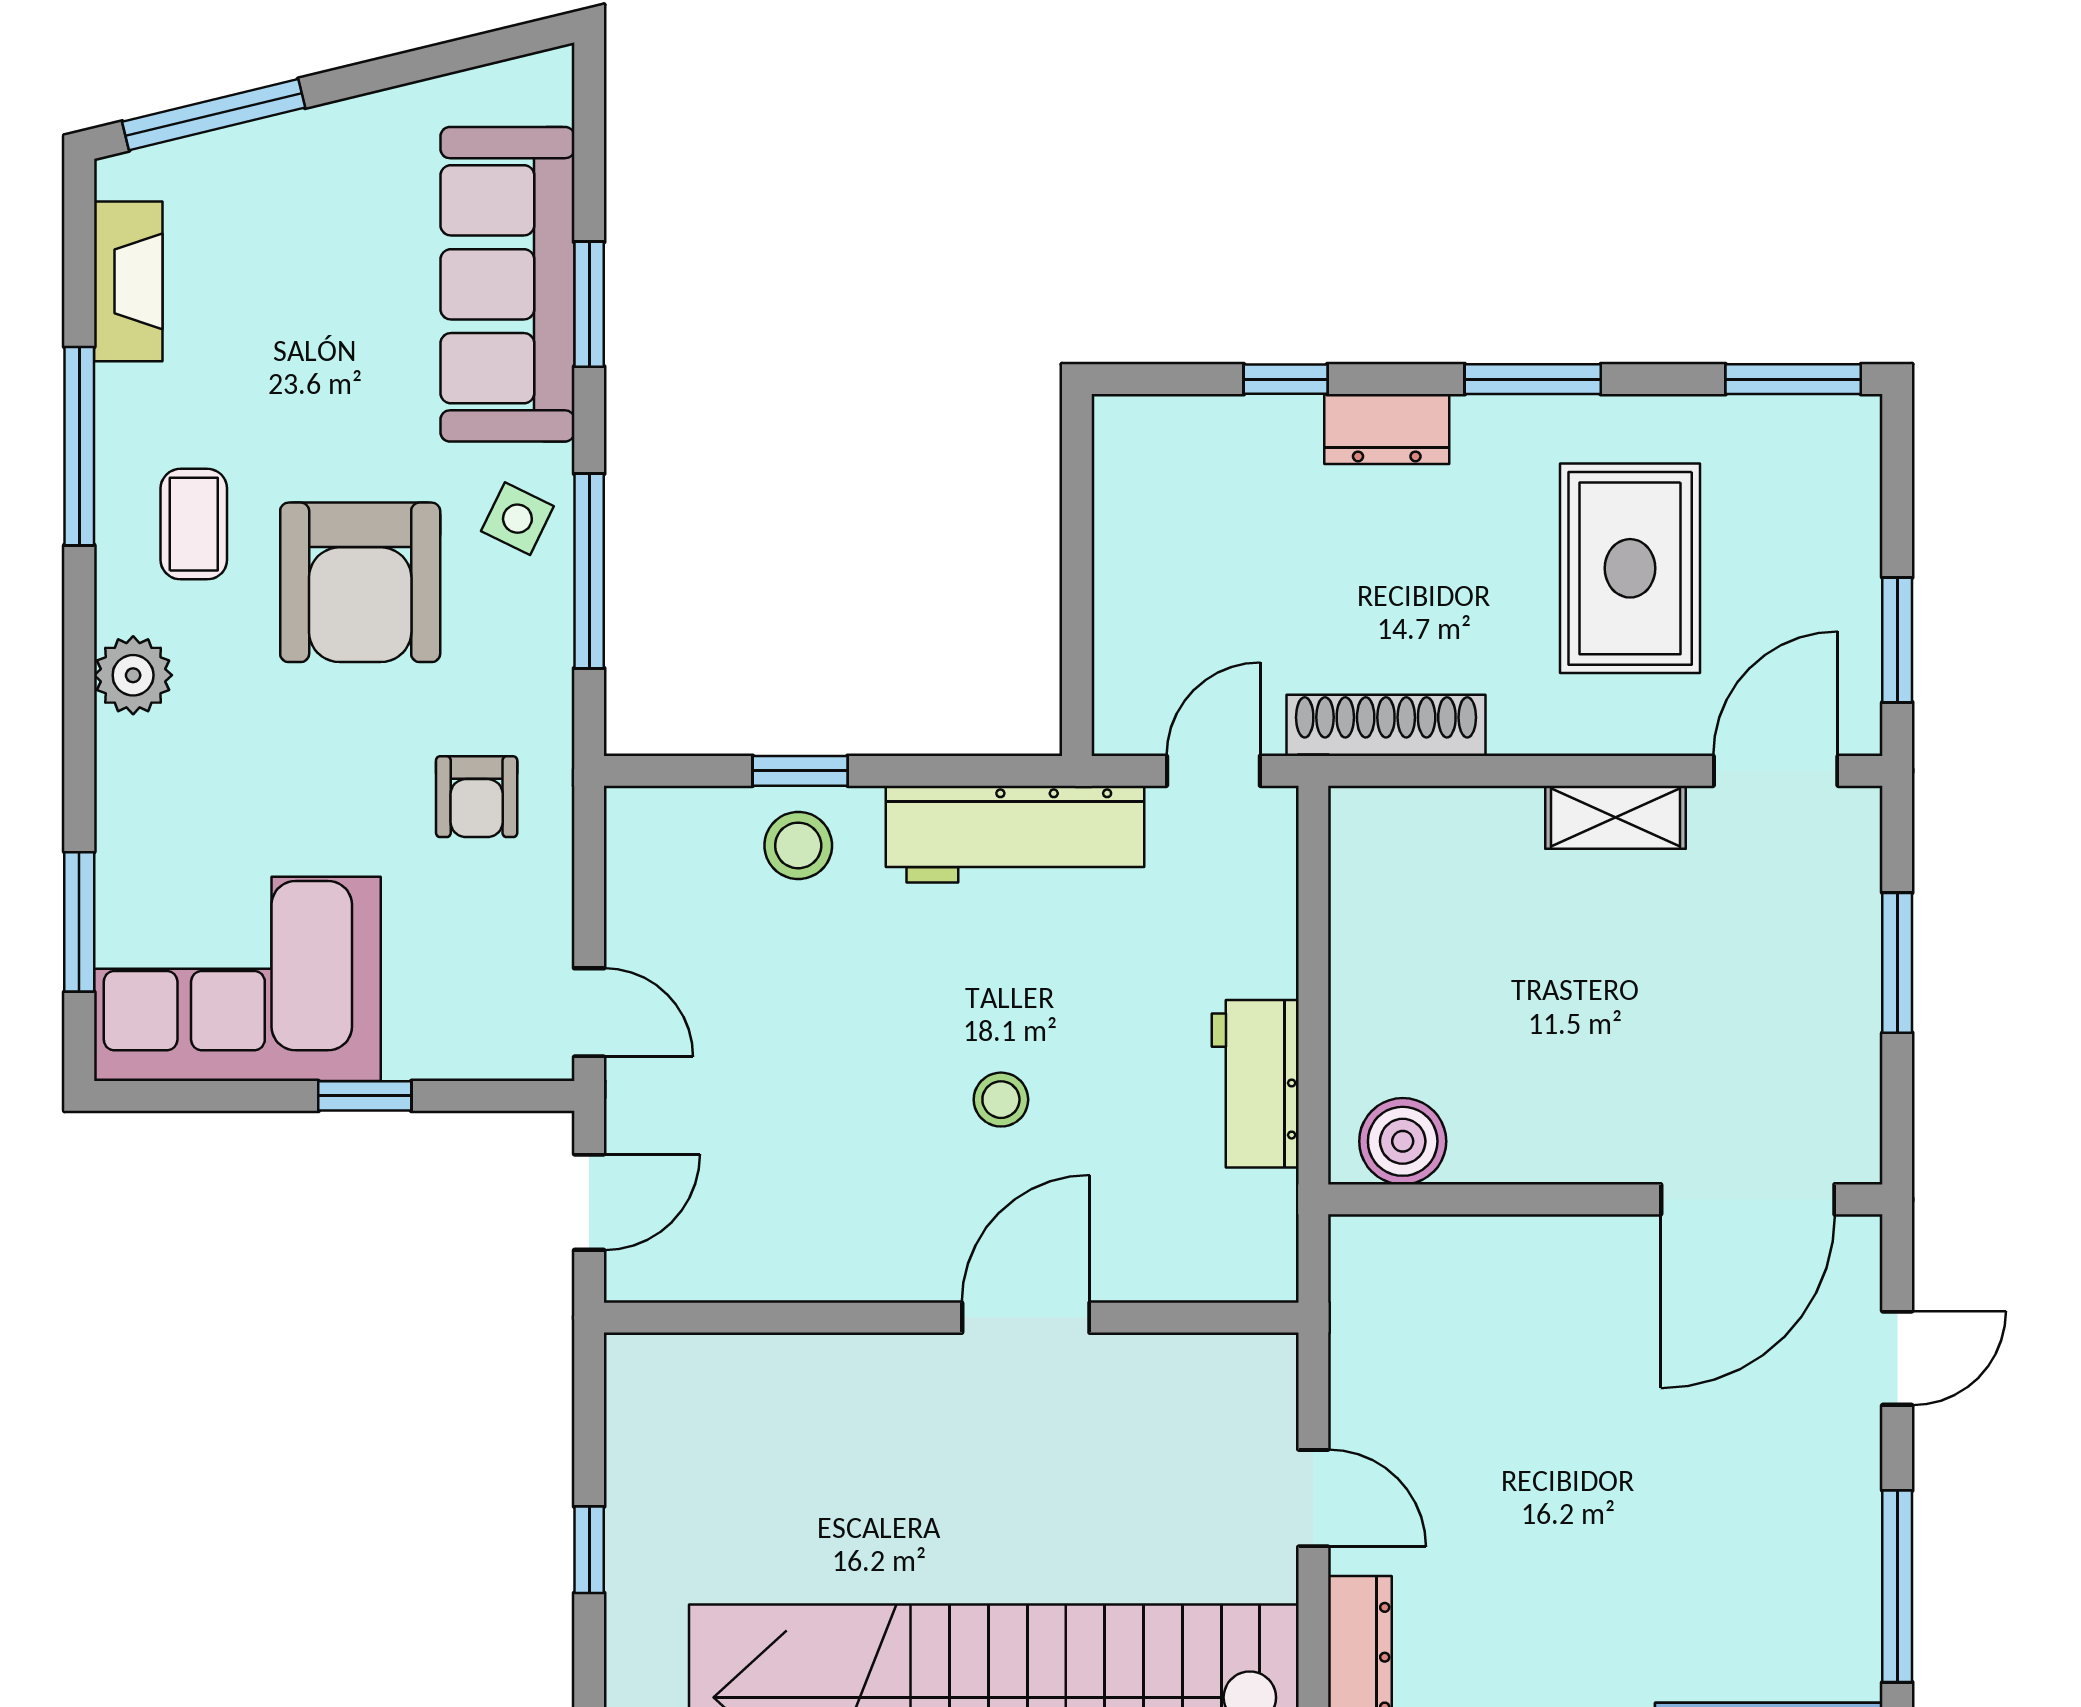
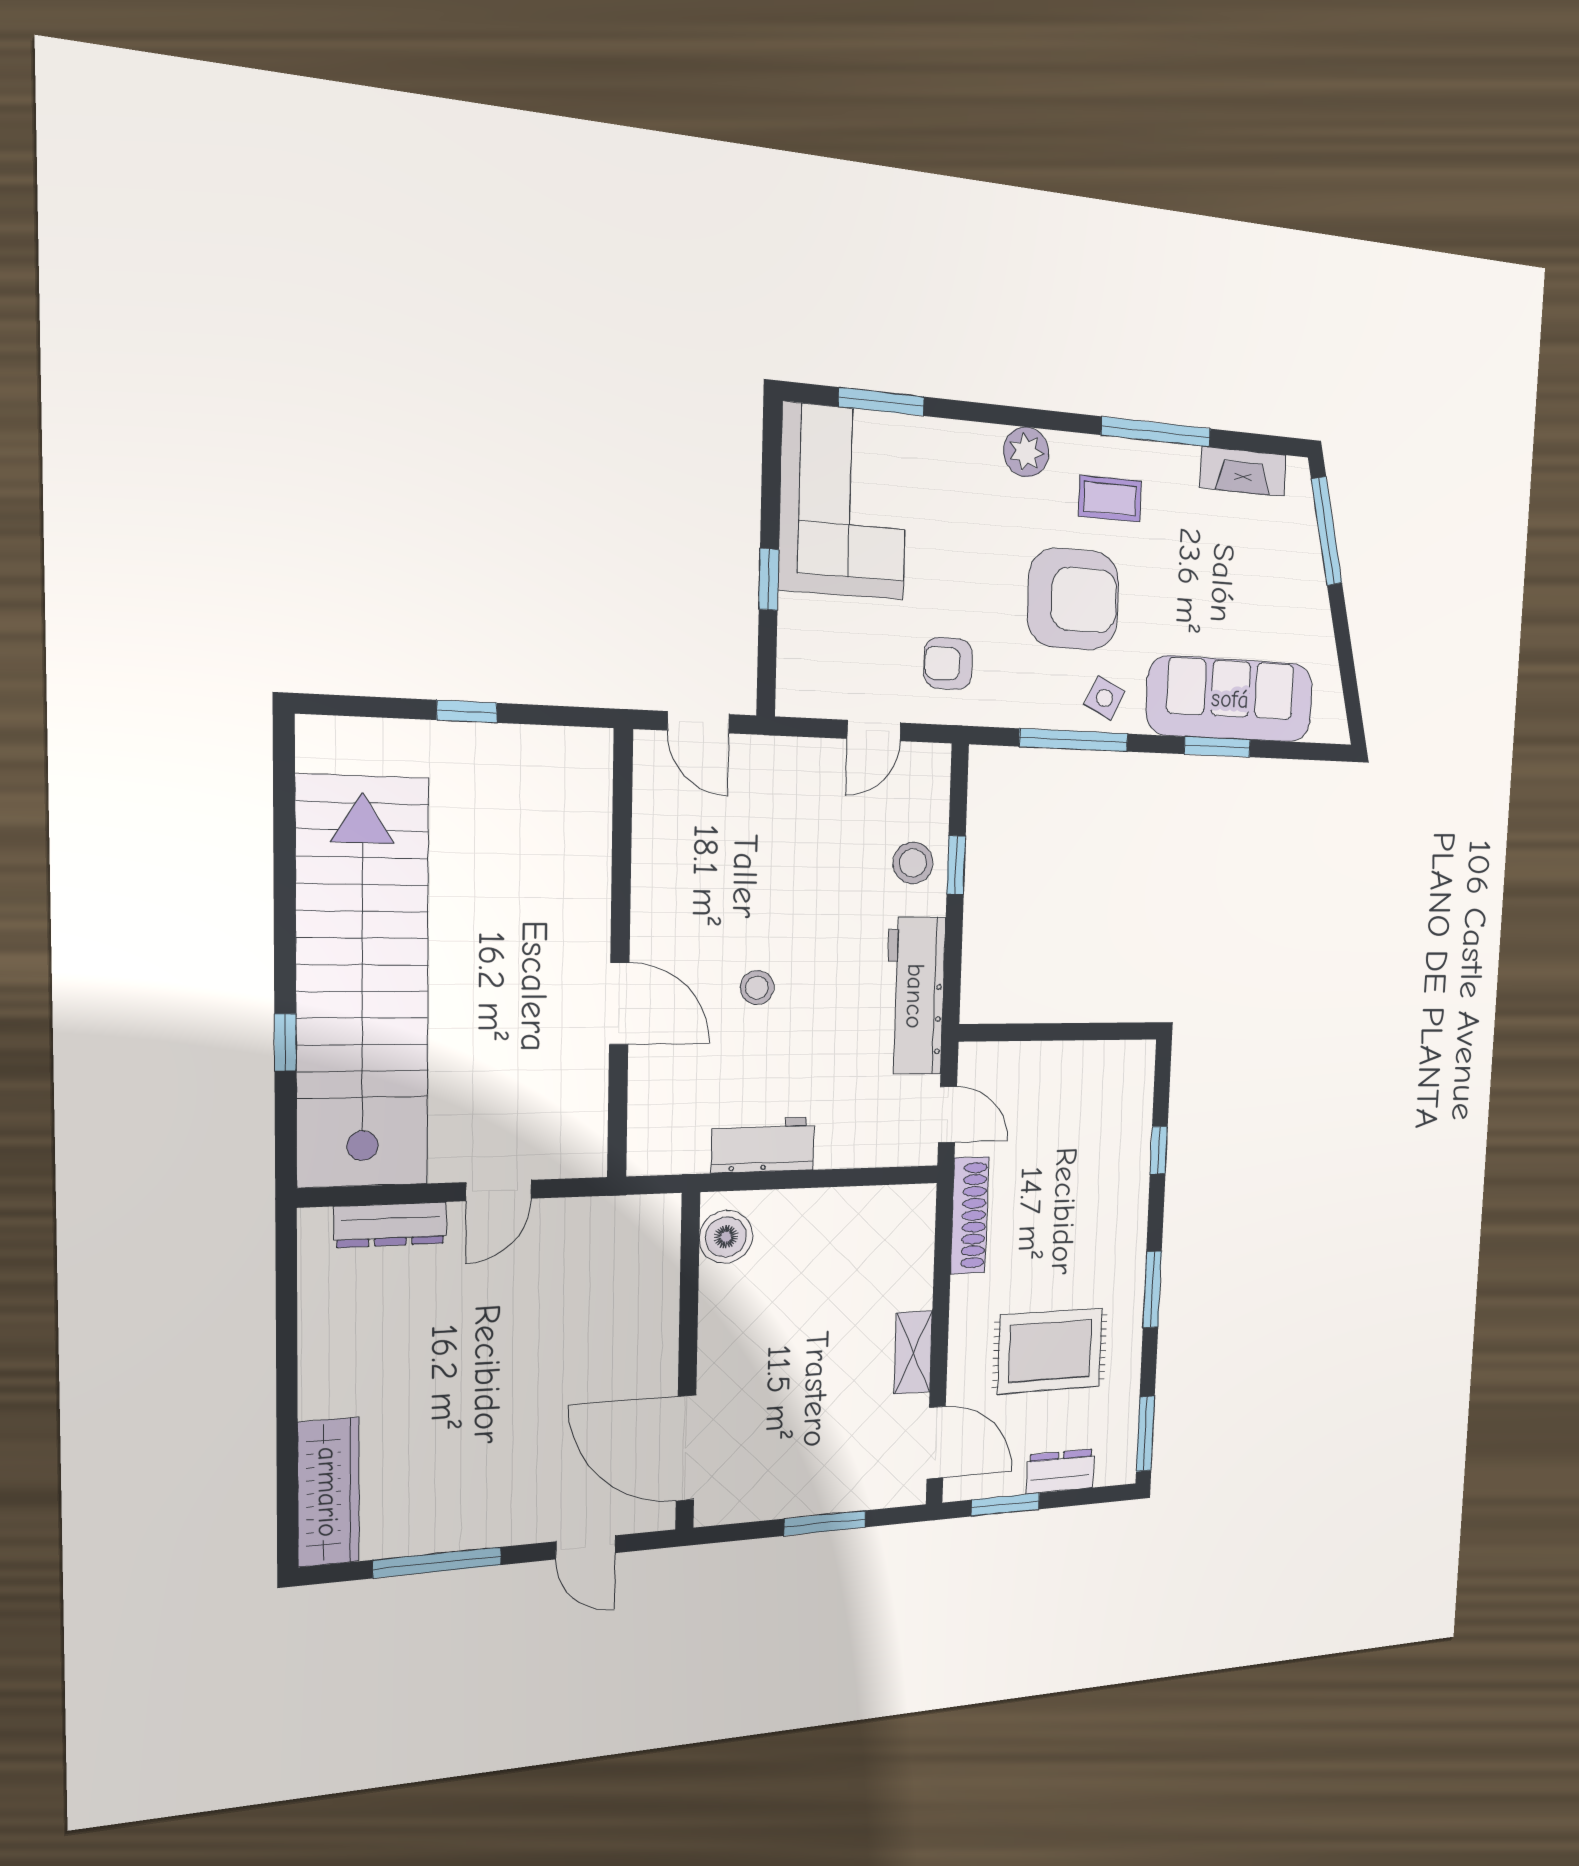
dresser: (1387, 429) -> (1060, 1471), moved, turned 90
armchair: (360, 582) -> (1073, 599), turned 180
door: (589, 1012) -> (874, 731), moved

